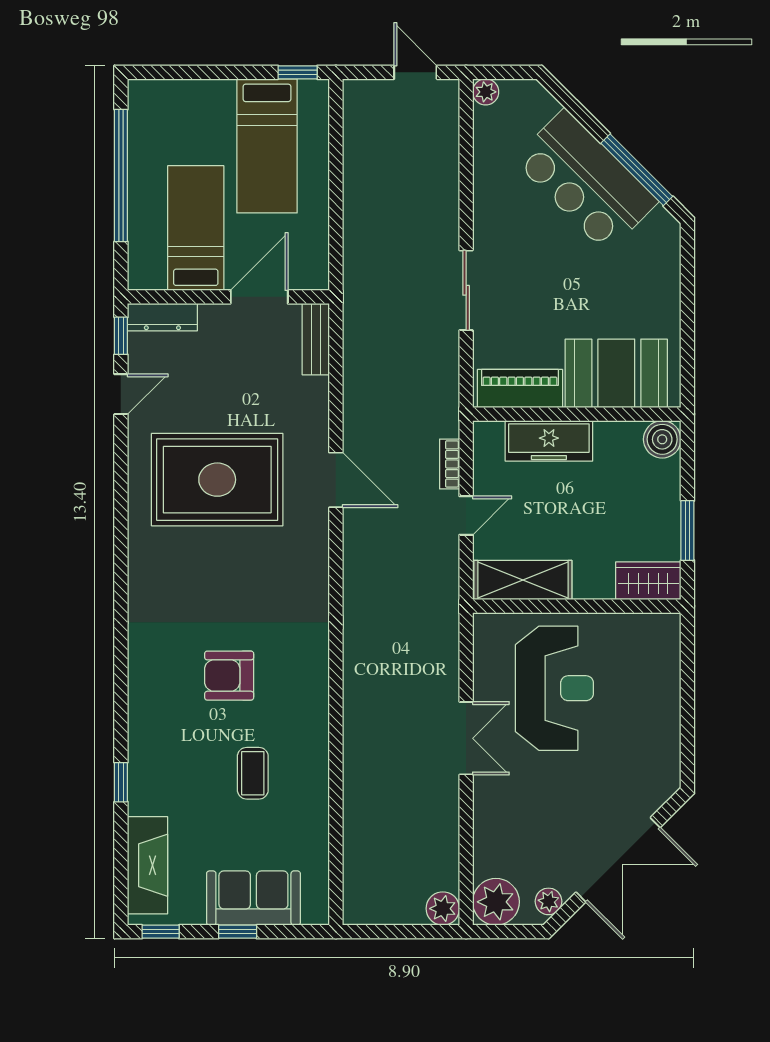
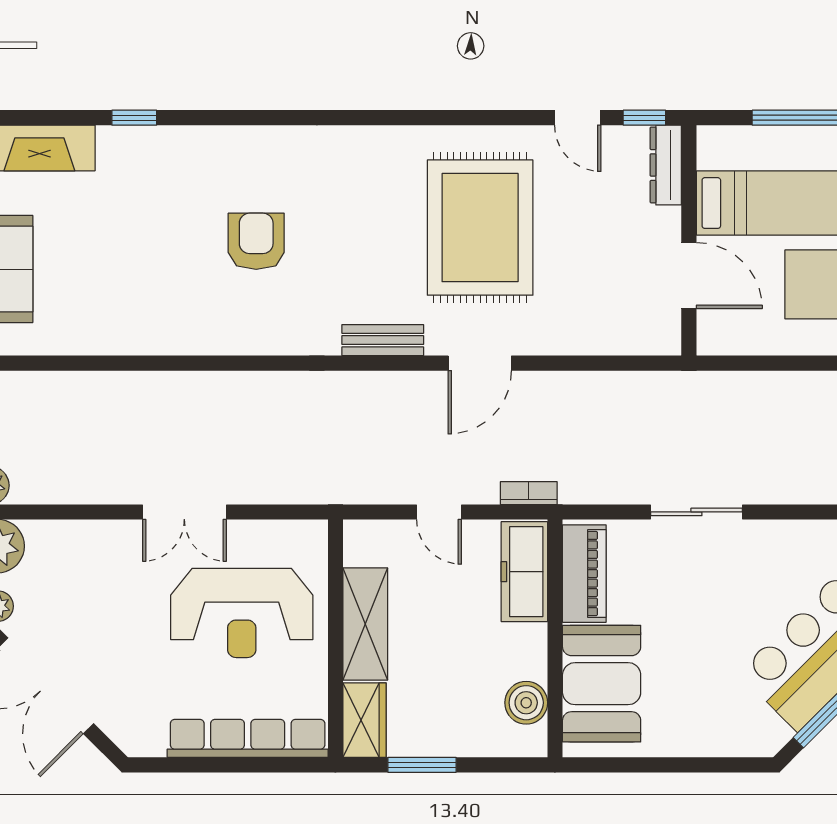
bench: (316, 339) -> (383, 340), moved
boiler: (662, 439) -> (526, 703), moved
freezer: (549, 441) -> (524, 572), moved
bookcase: (450, 464) -> (529, 493), moved
shelving: (523, 580) -> (365, 624), moved
row of seats: (664, 683) -> (248, 738), added
coffee table: (253, 773) -> (145, 268), removed

